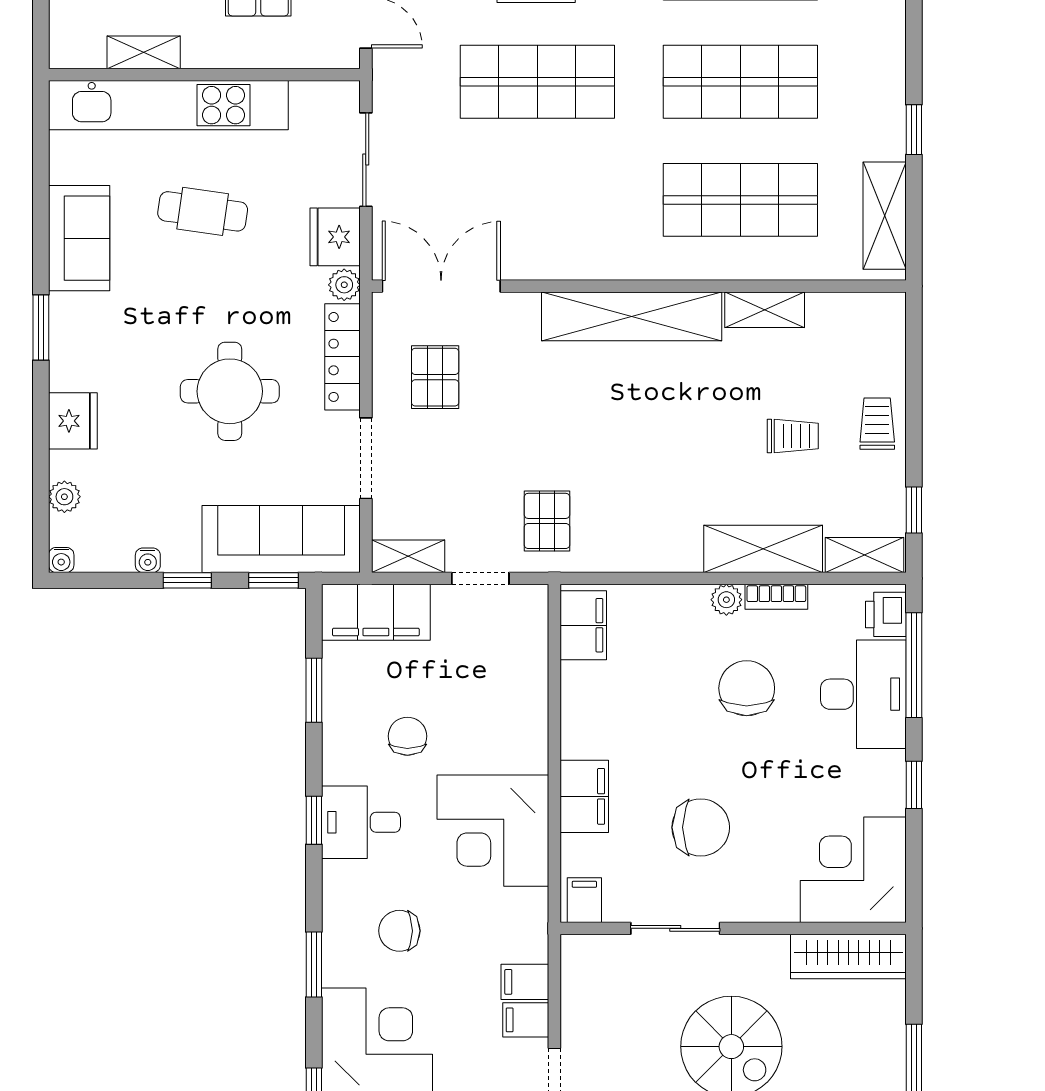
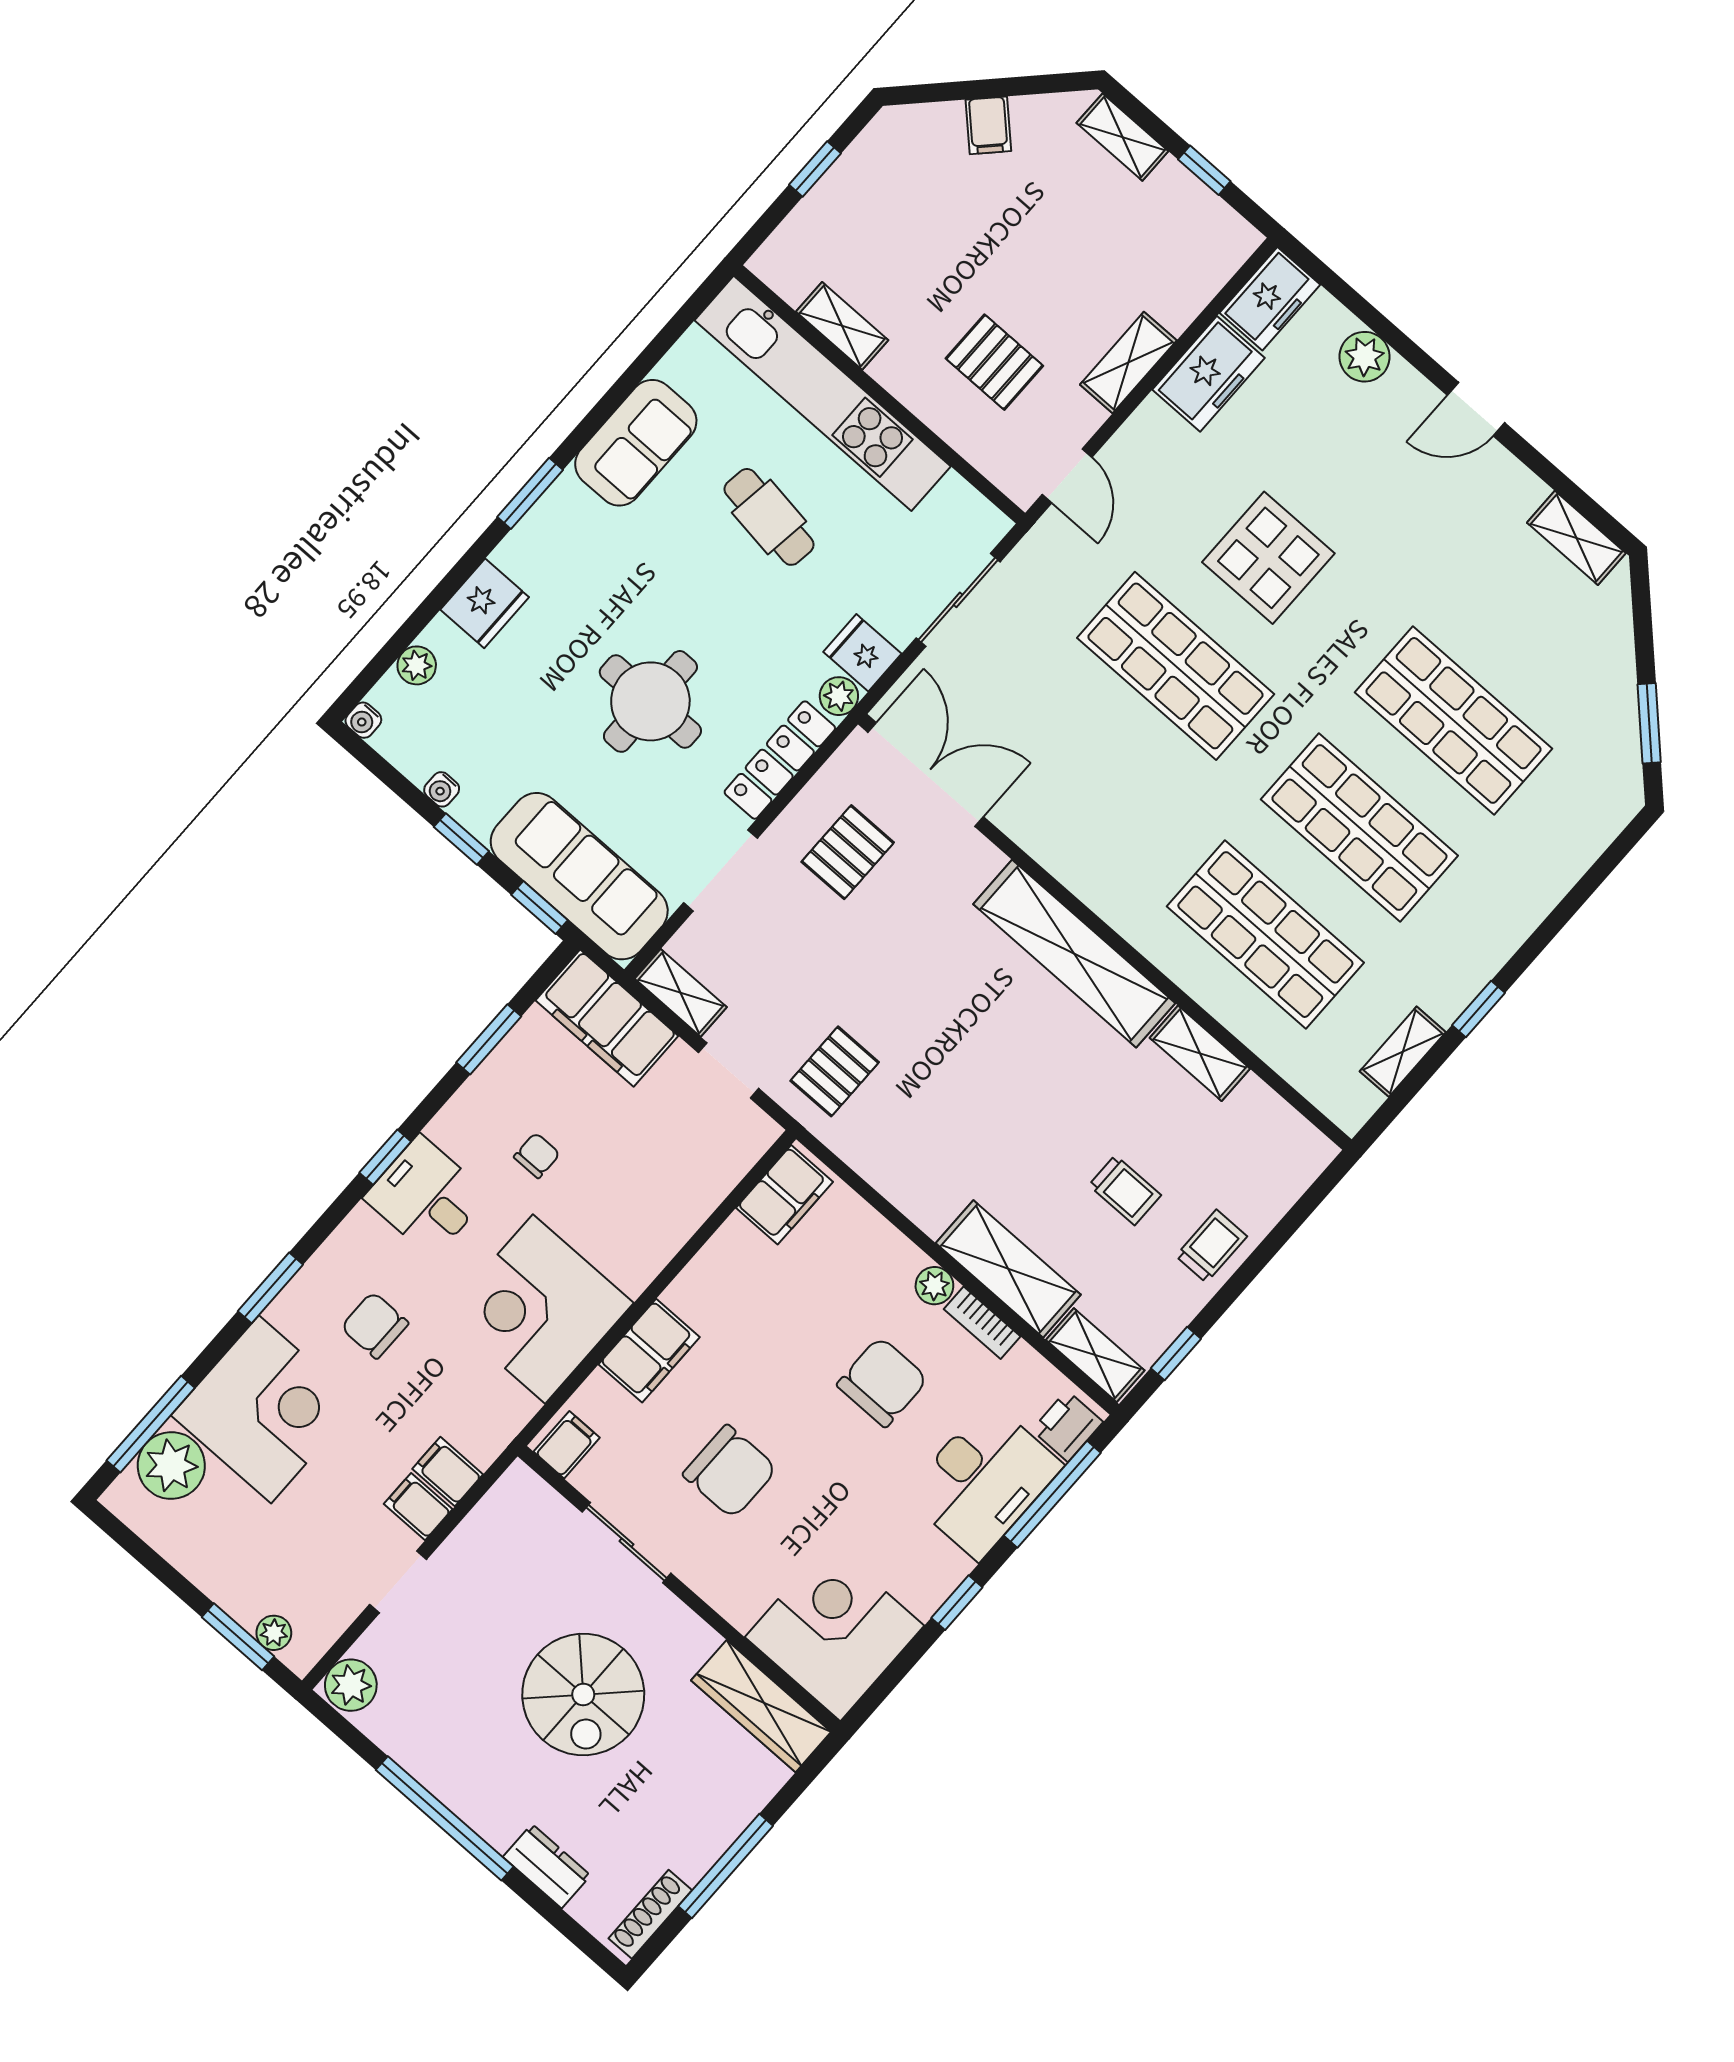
shelving: (885, 216) -> (1403, 1052), width x0.67, depth x0.75
fridge: (335, 237) -> (862, 653), width x0.72
chair: (407, 736) -> (537, 1155), width x0.73, depth x0.73

